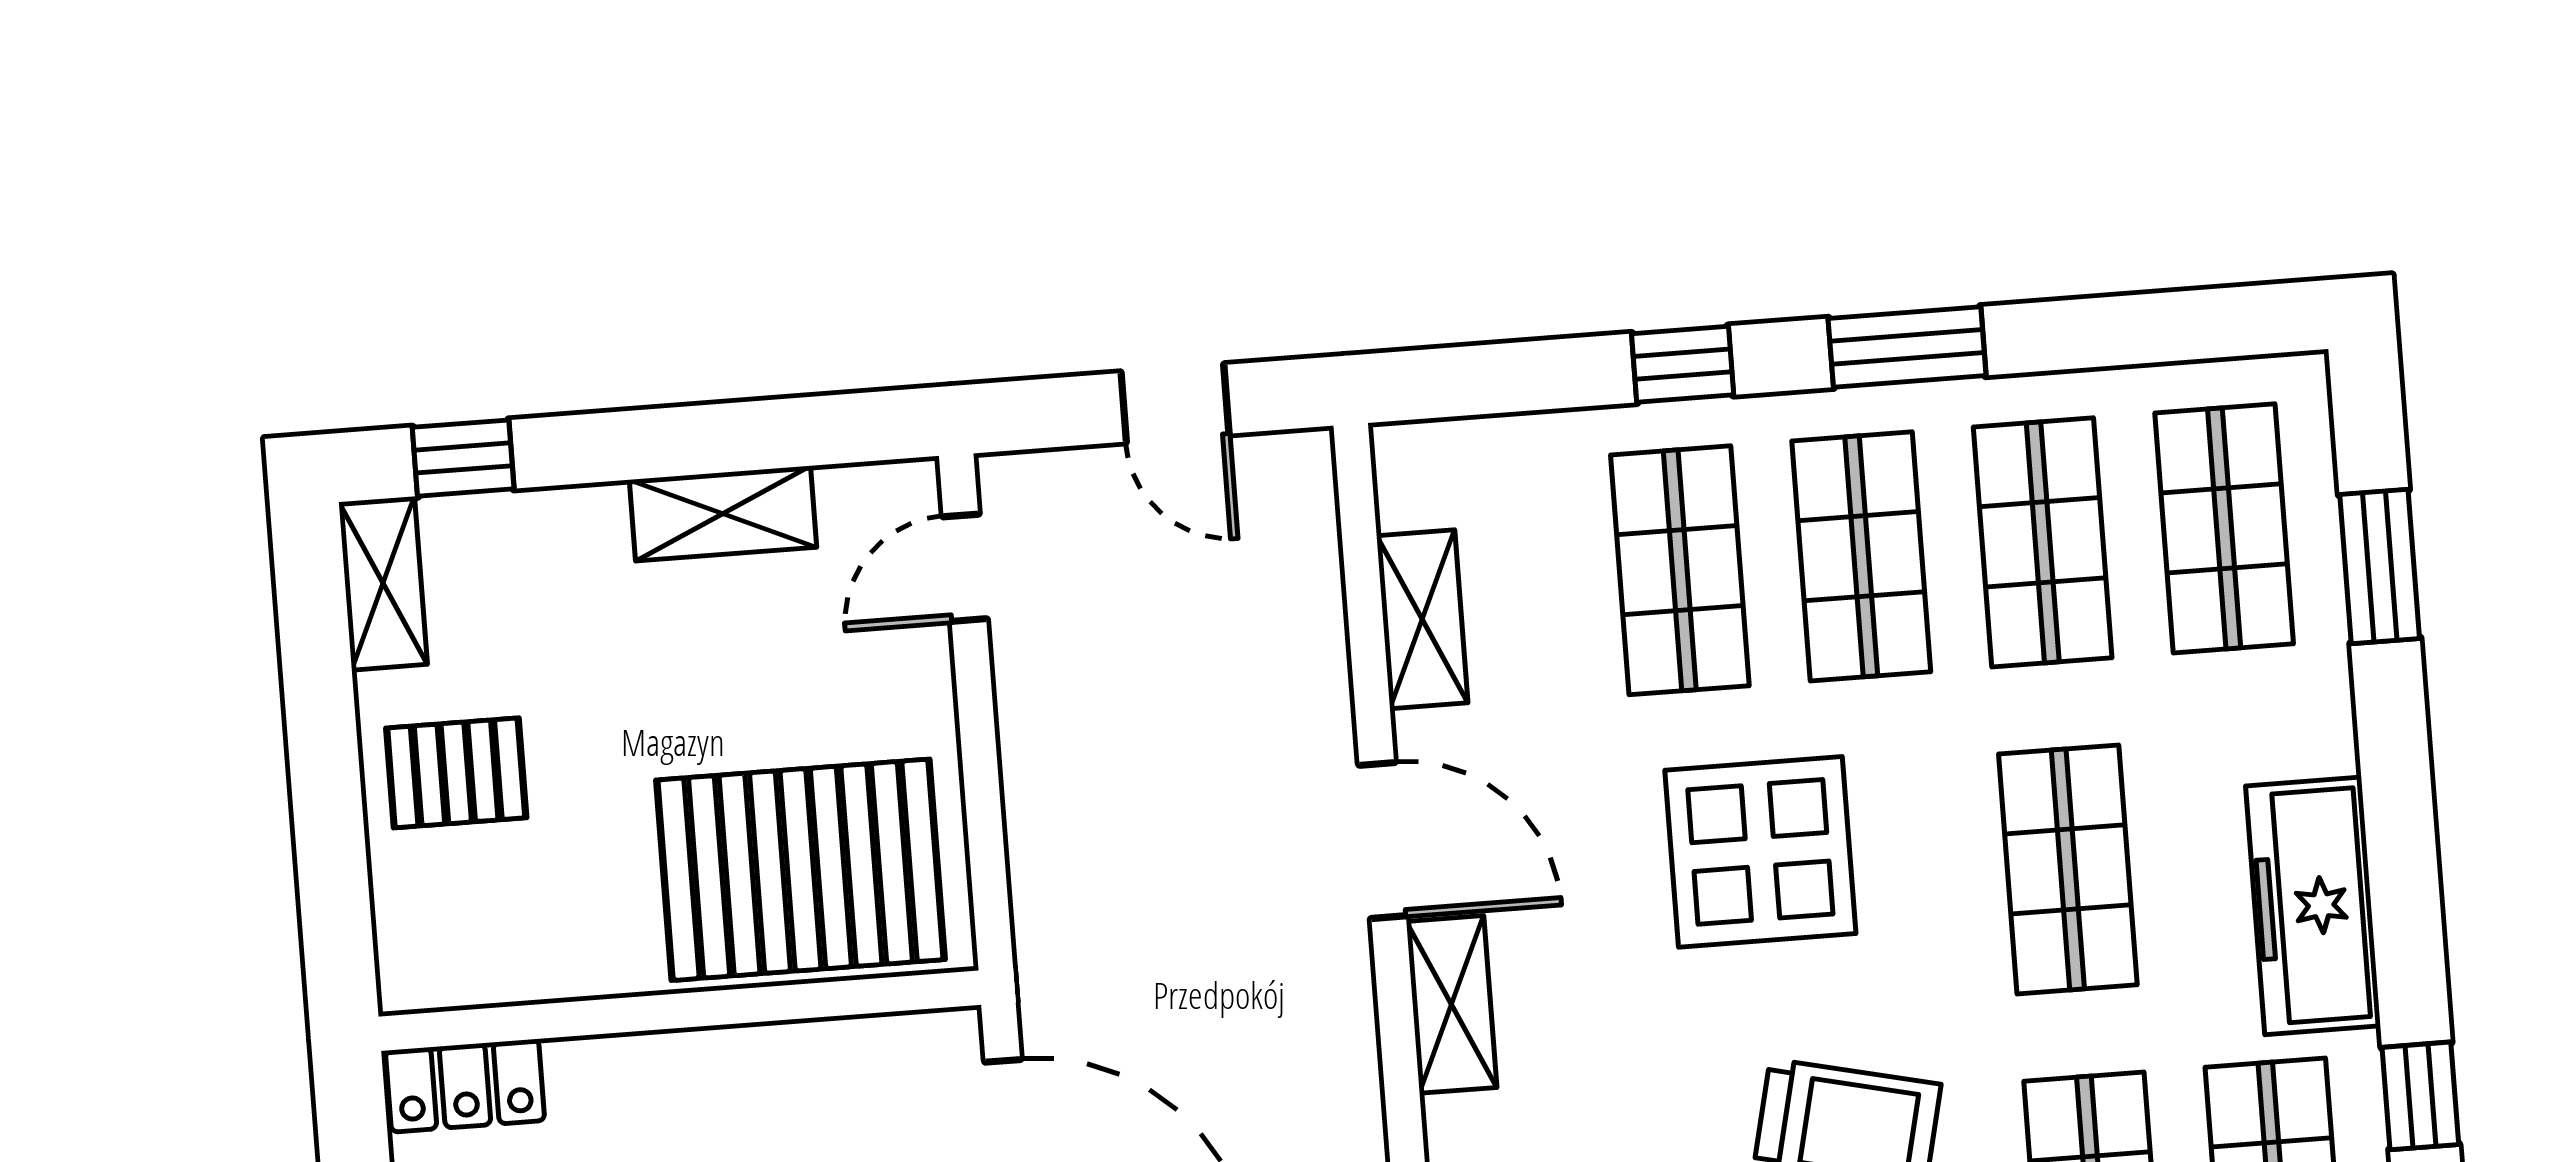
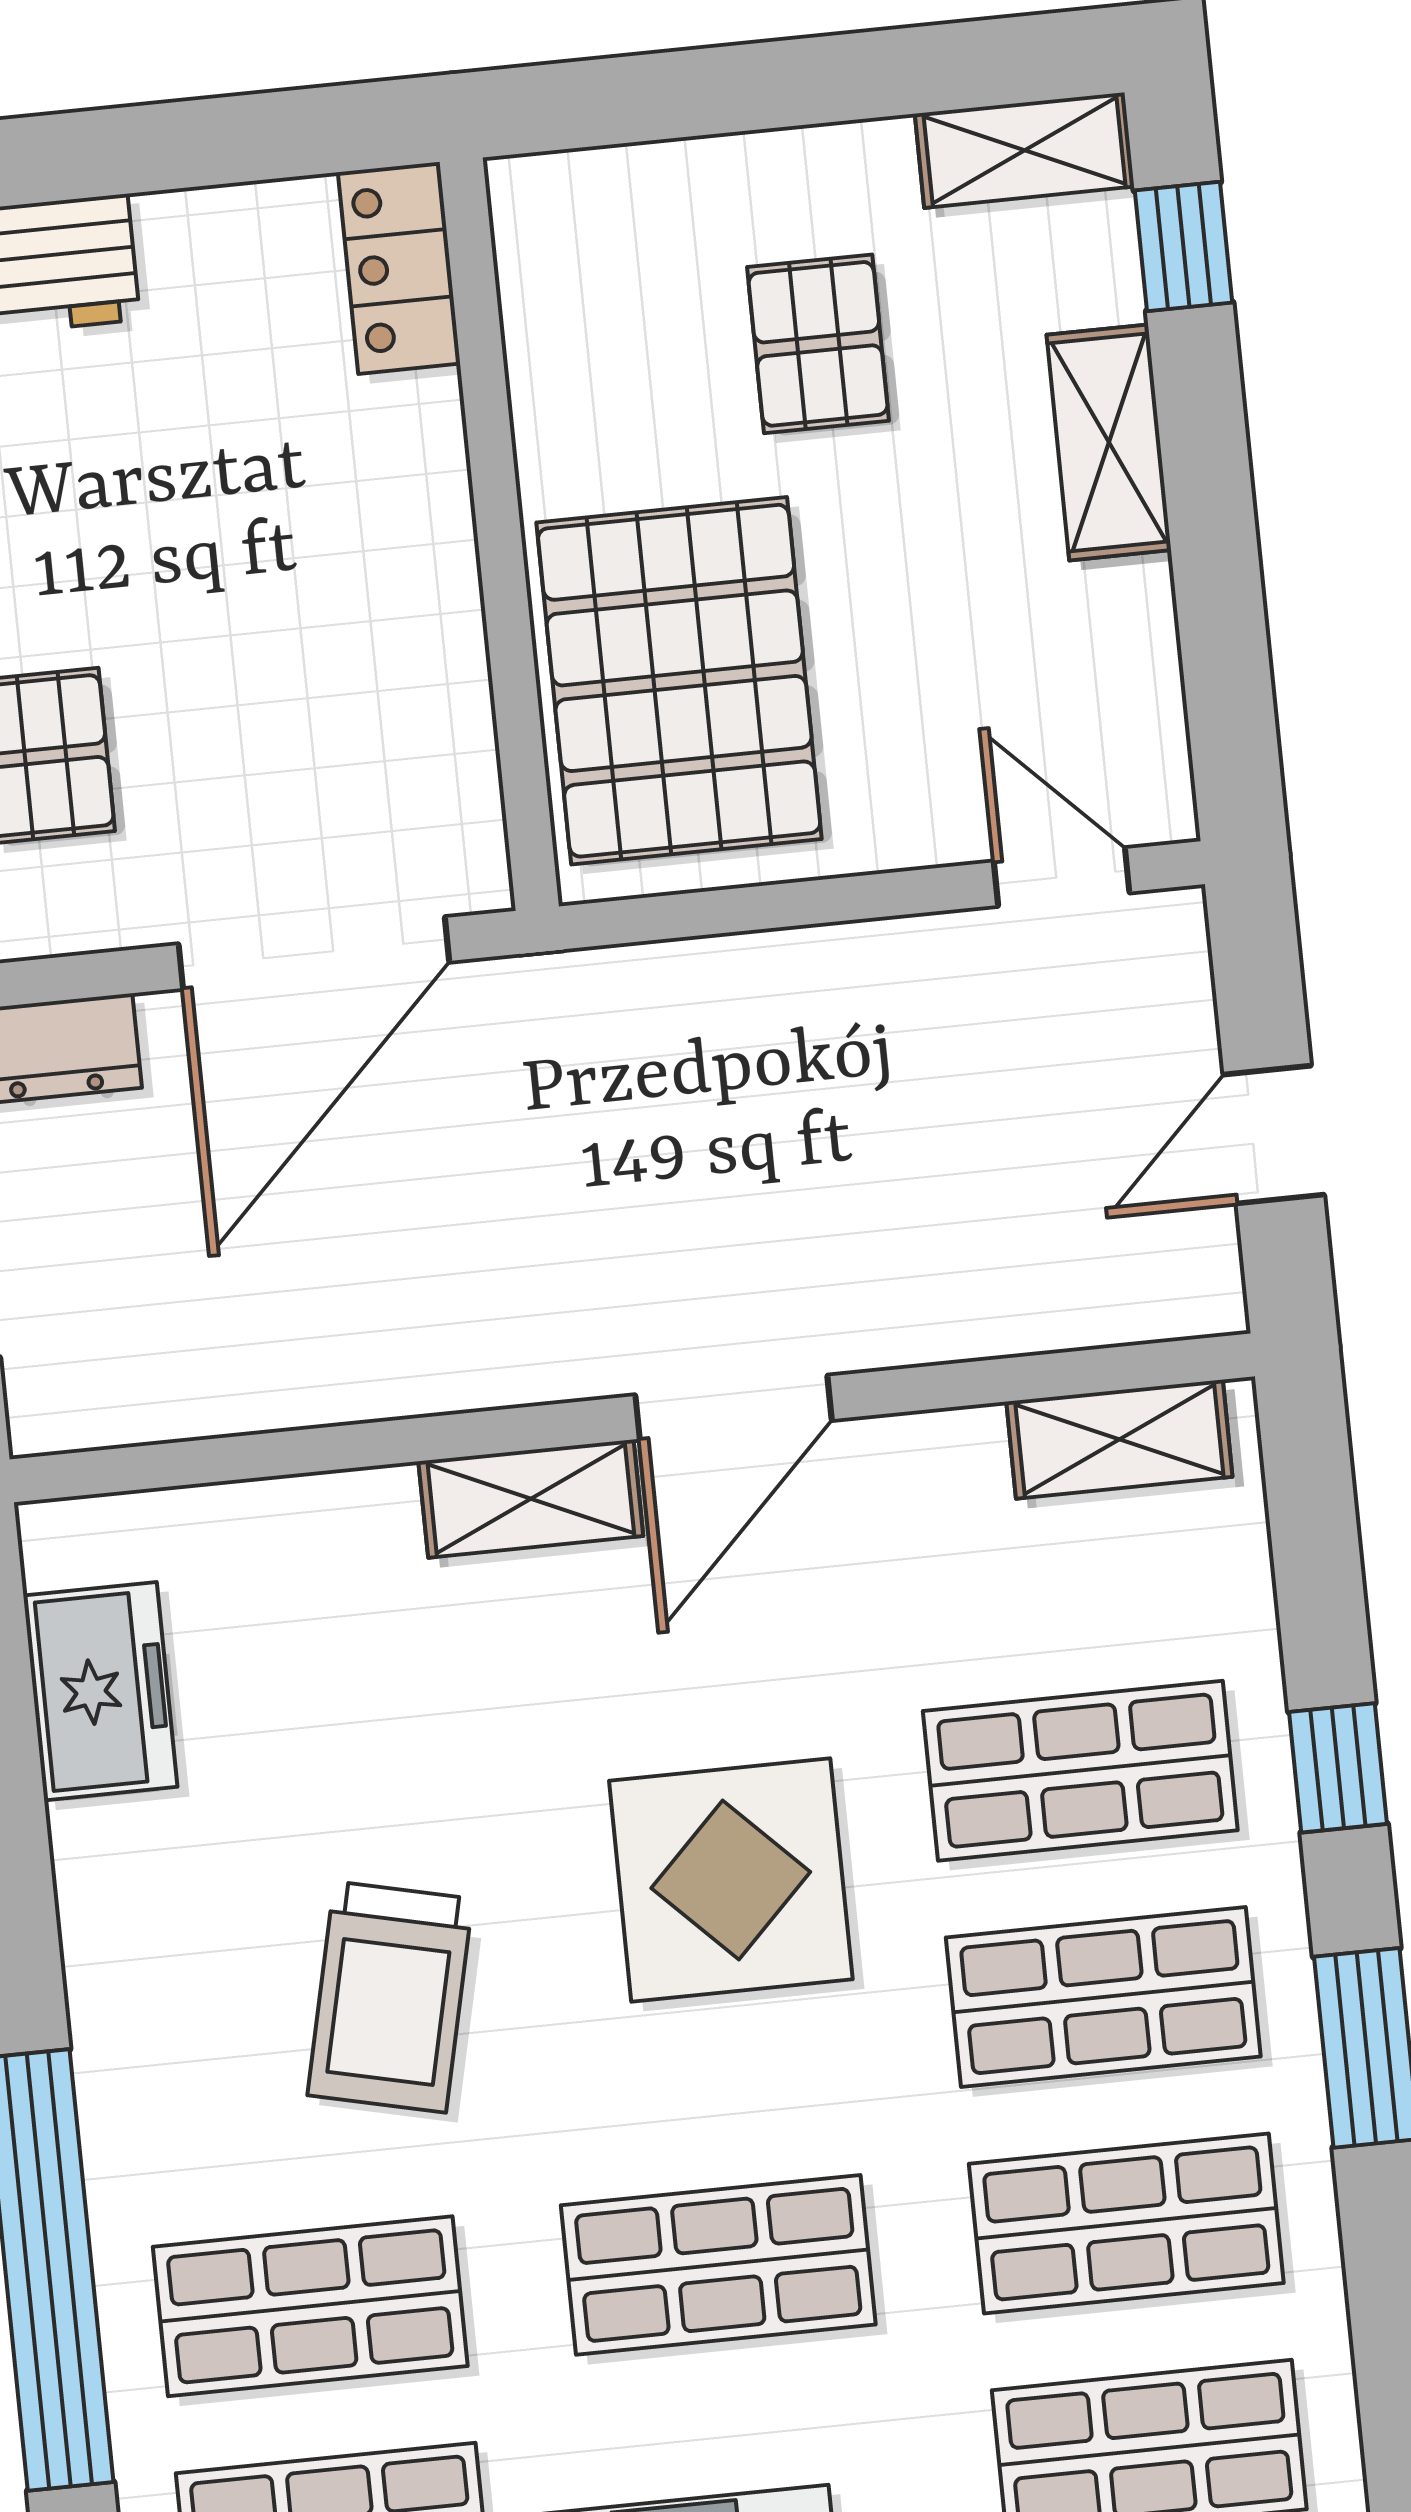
shelving: (723, 514) -> (1109, 442), moved
shelving: (1422, 619) -> (1119, 1439), moved
pallet: (456, 773) -> (818, 344), moved

